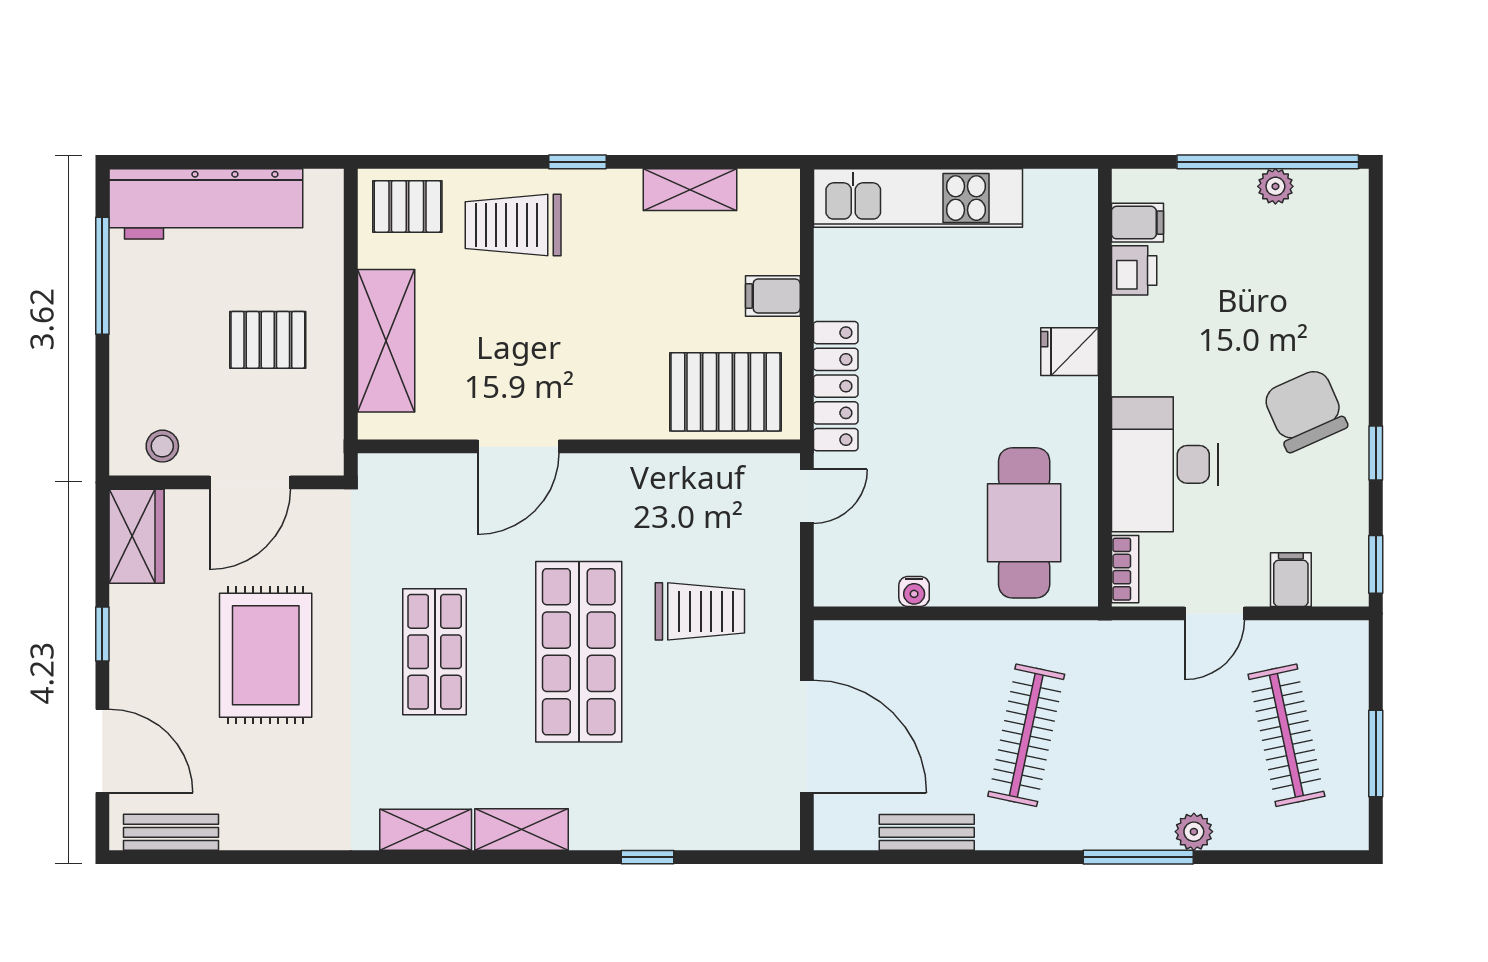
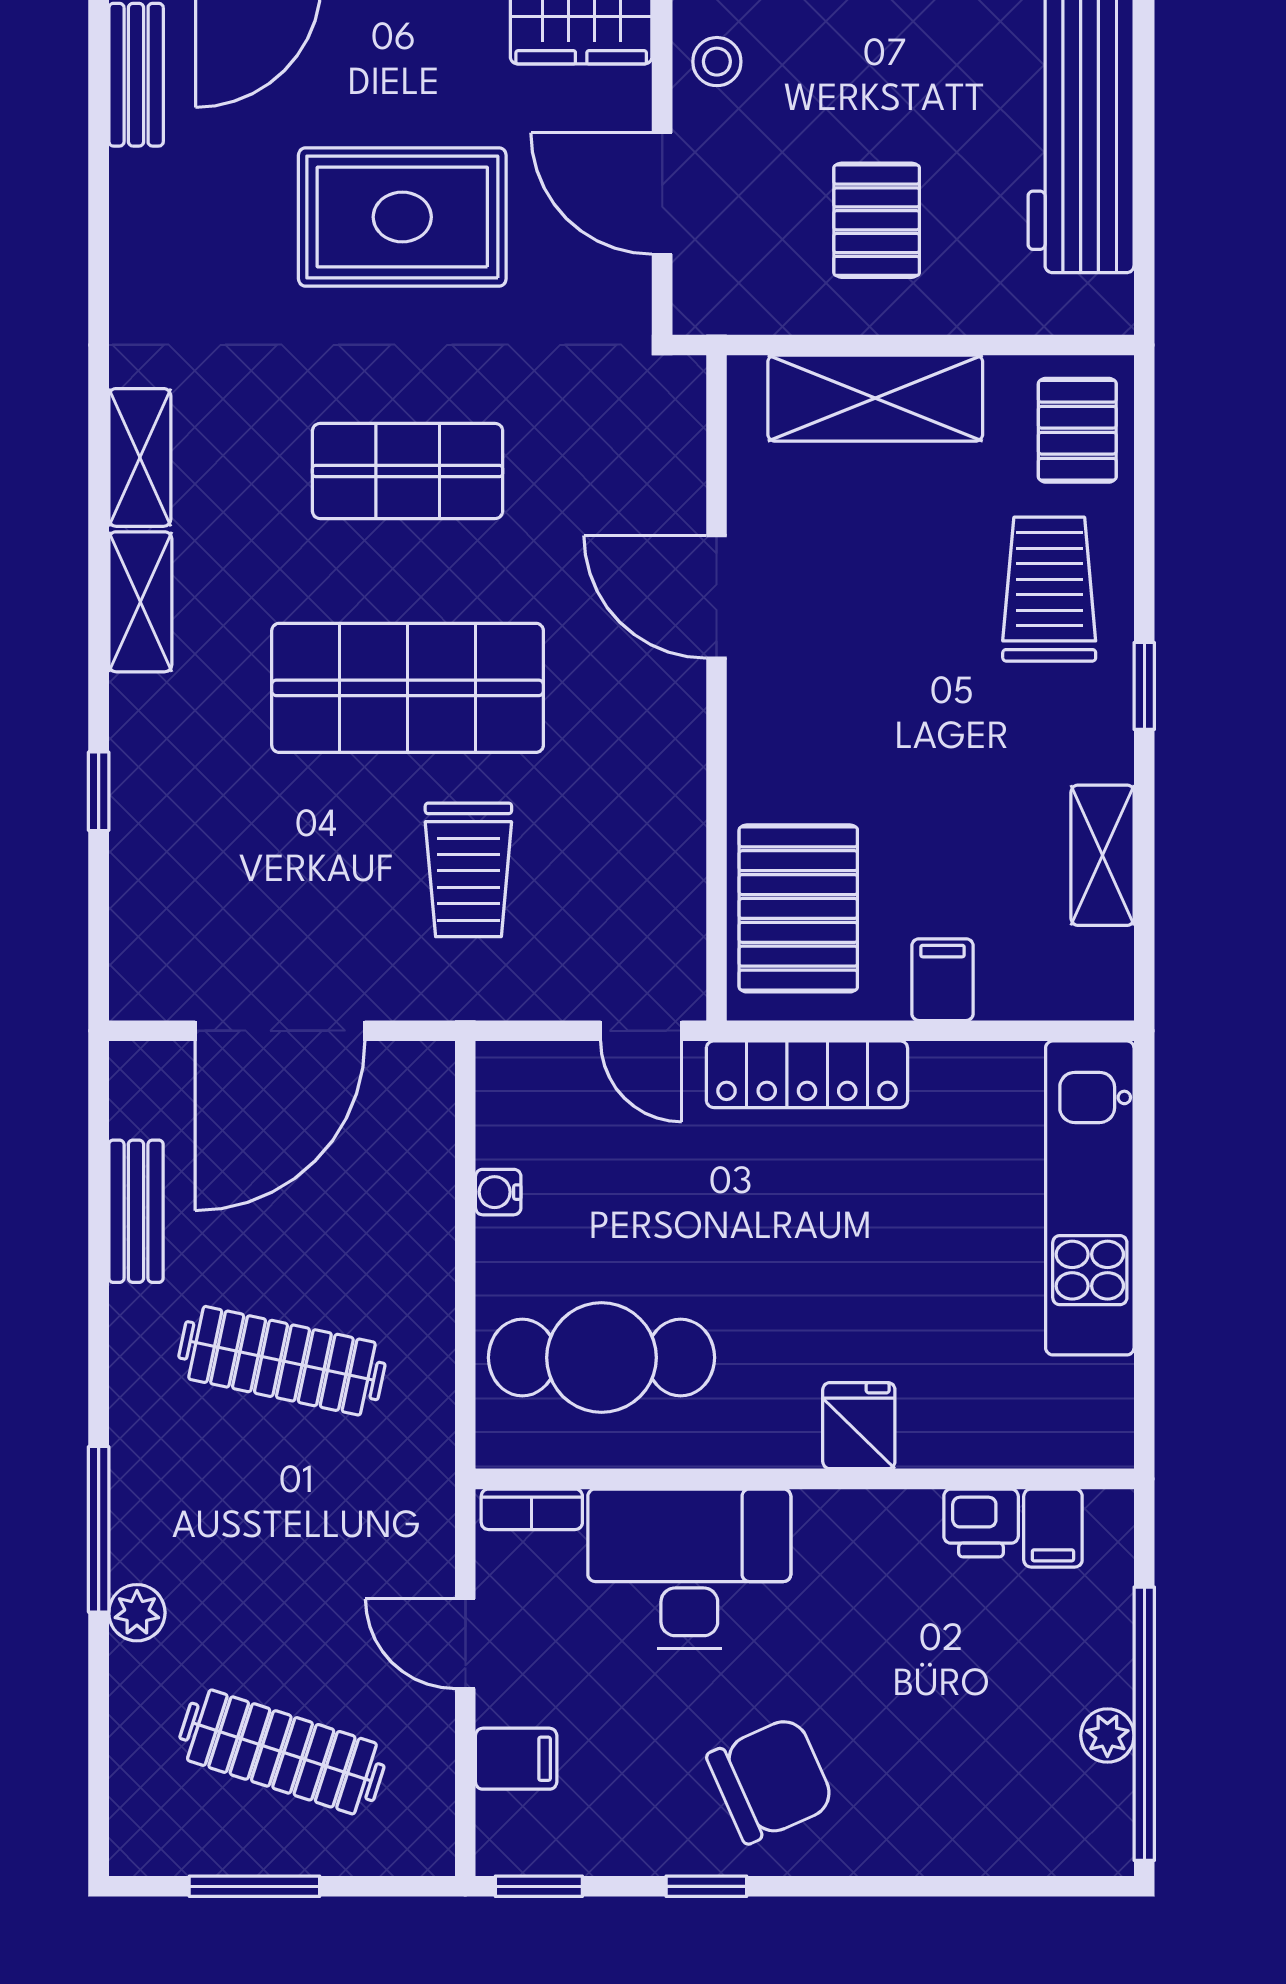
clothes rail: (1286, 735) -> (282, 1752), turned 30

